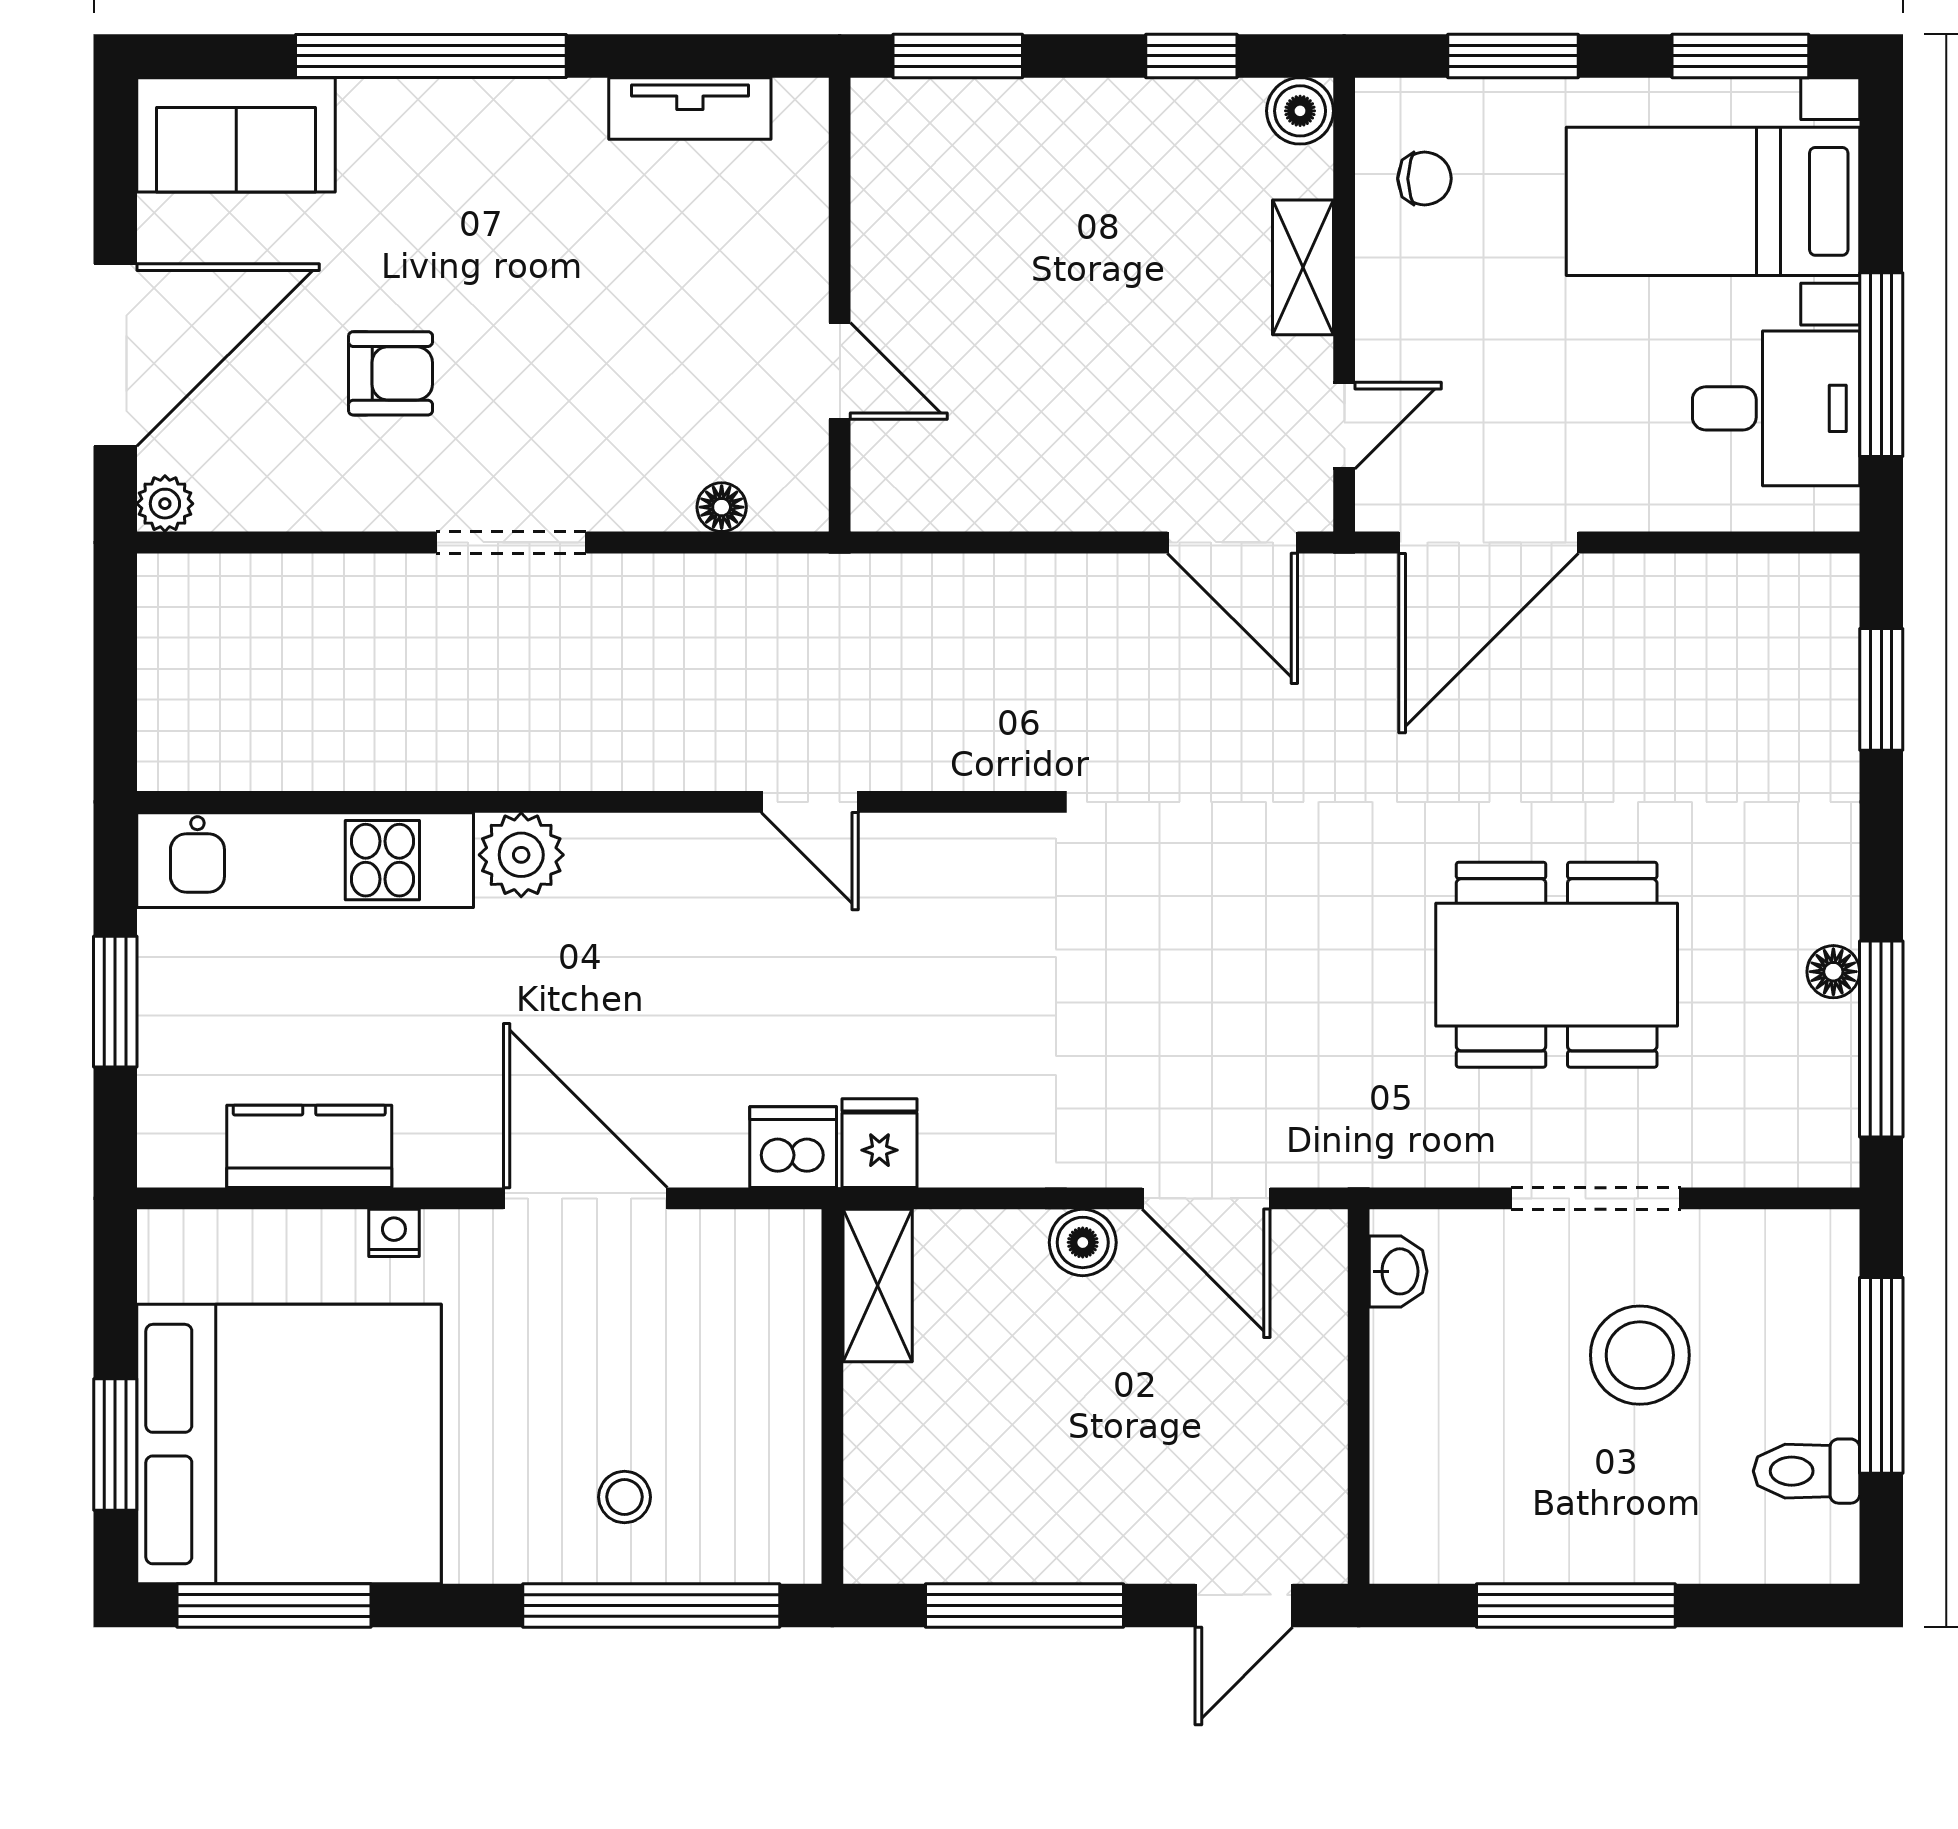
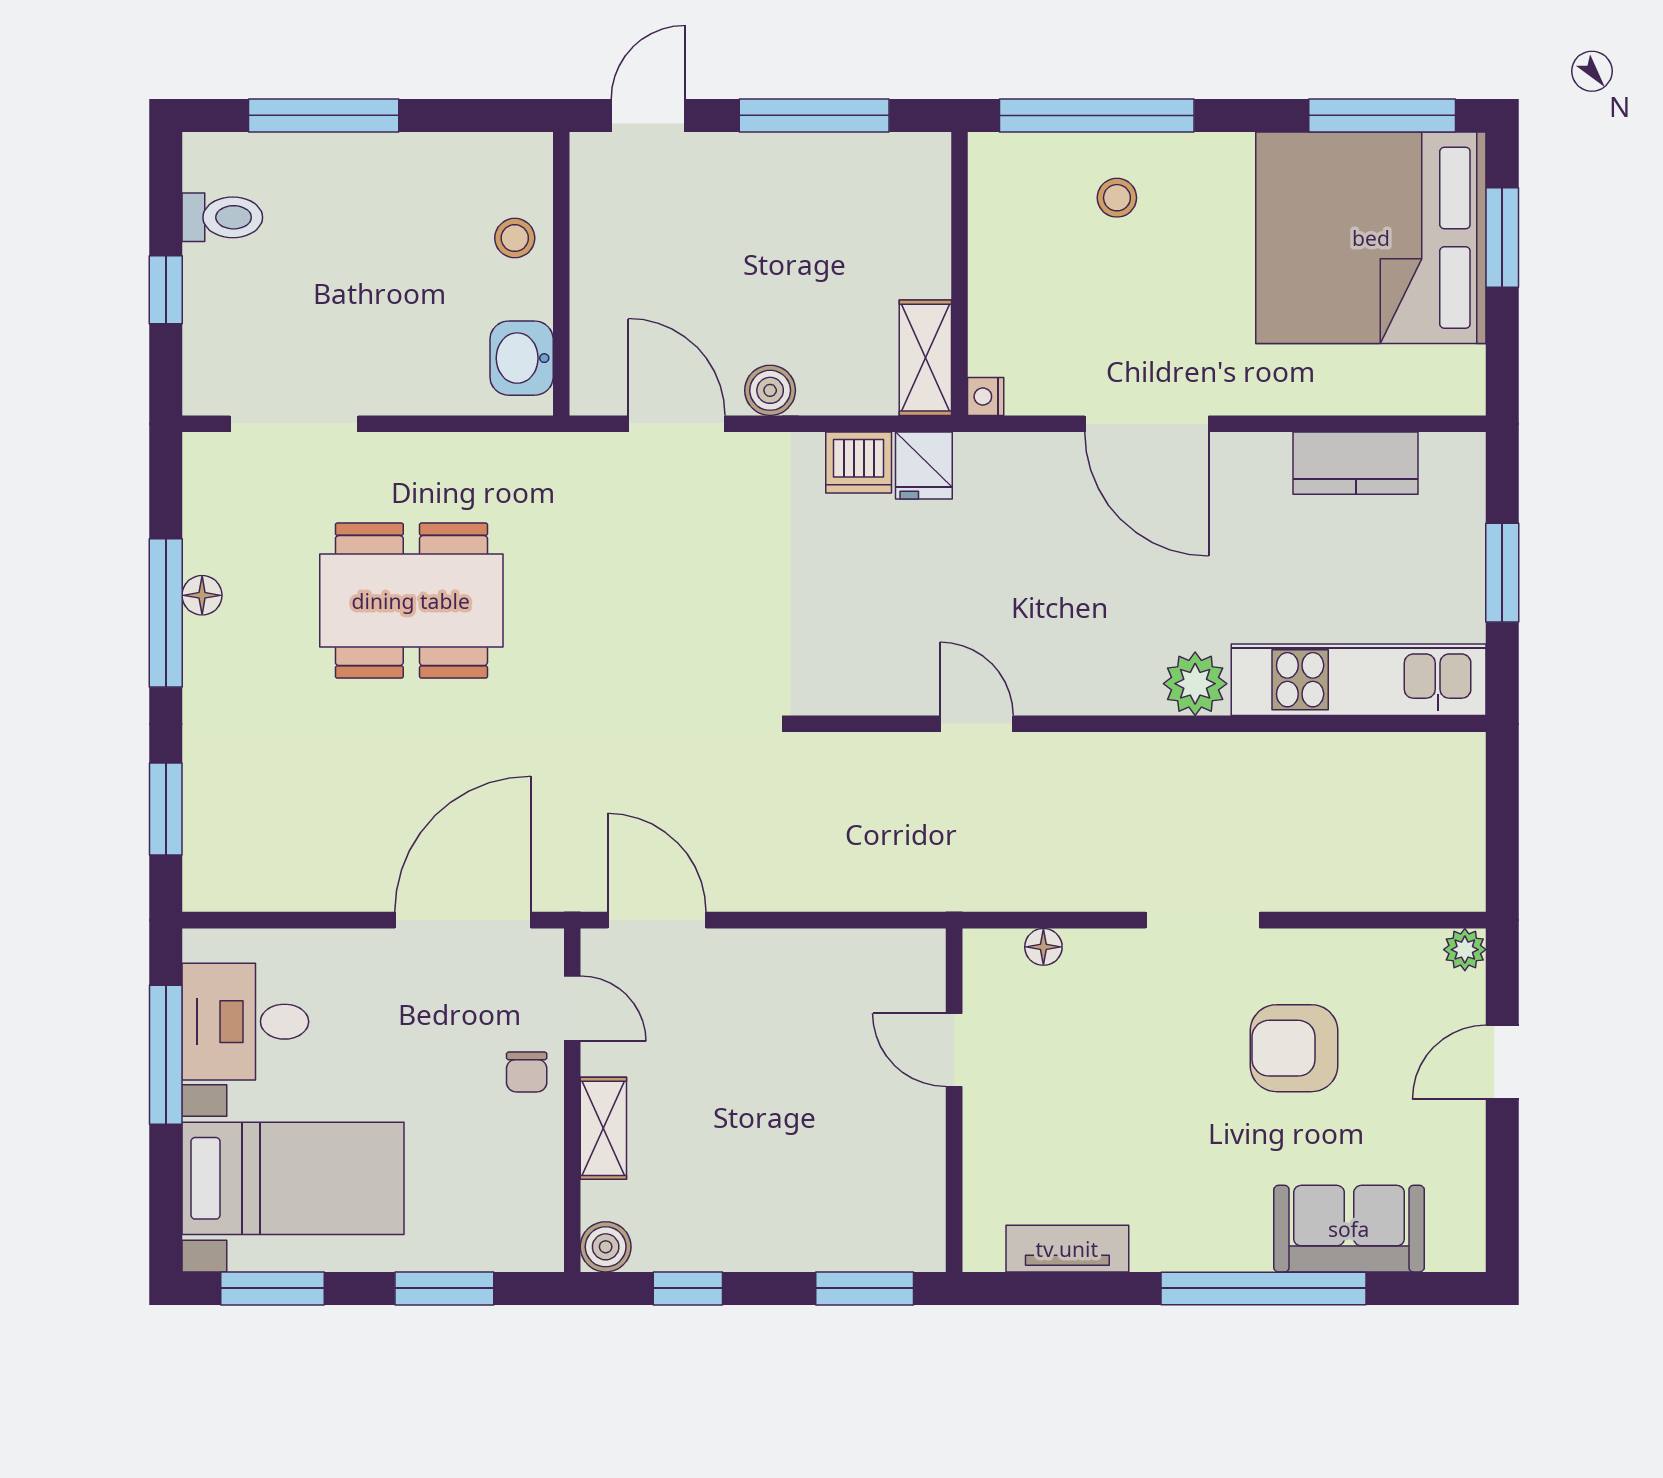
sofa: (236, 135) -> (1349, 1229), moved
chair: (1425, 179) -> (527, 1072), moved, turned -90
door: (115, 355) -> (1502, 1062), width x0.53
armchair: (391, 373) -> (1294, 1048), width x1.38, depth x1.38
door: (1344, 426) -> (572, 1009), swing flipped
window: (1881, 1039) -> (166, 613), moved
dishwasher: (793, 1147) -> (859, 463), moved
doorway: (1596, 1198) -> (294, 424), moved
nightstand: (394, 1233) -> (986, 397), moved, turned 90
washbasin: (1398, 1271) -> (522, 358), width x1.38, depth x1.45
stool: (1640, 1355) -> (515, 238), moved, width x0.53, depth x0.53
window: (1881, 1375) -> (166, 290), width x0.46
window: (1576, 1606) -> (324, 115), moved

